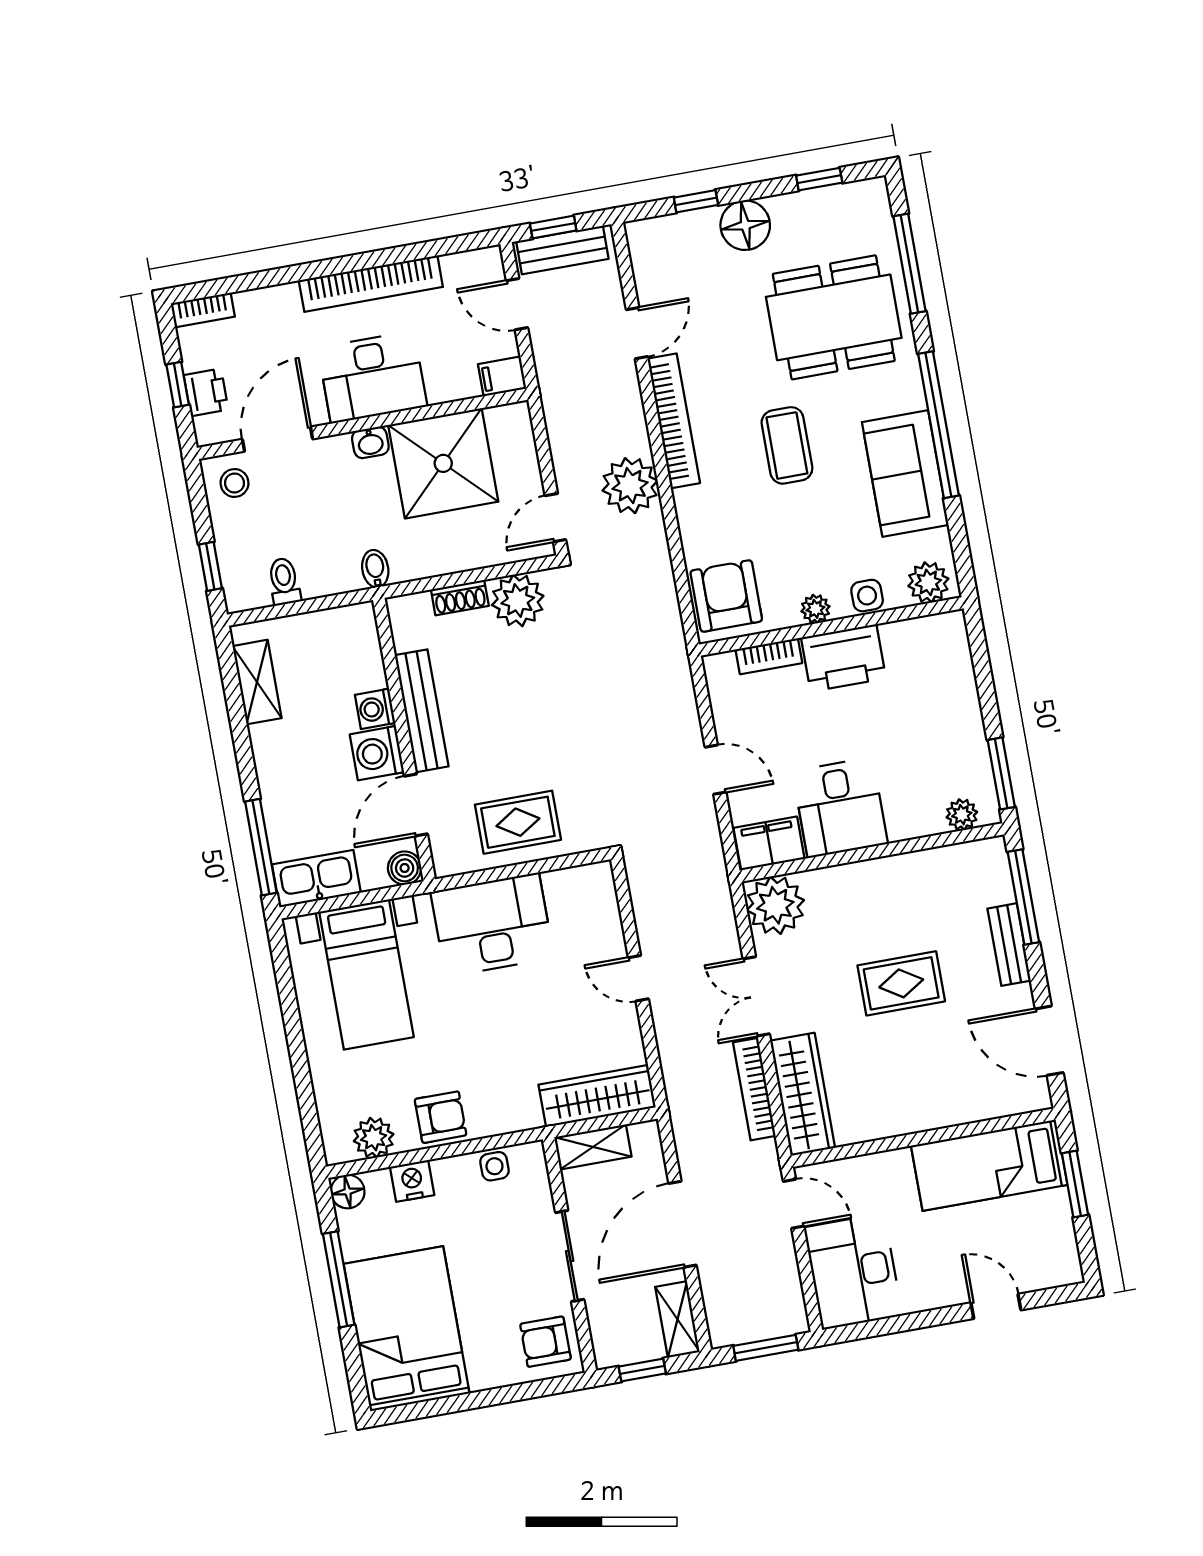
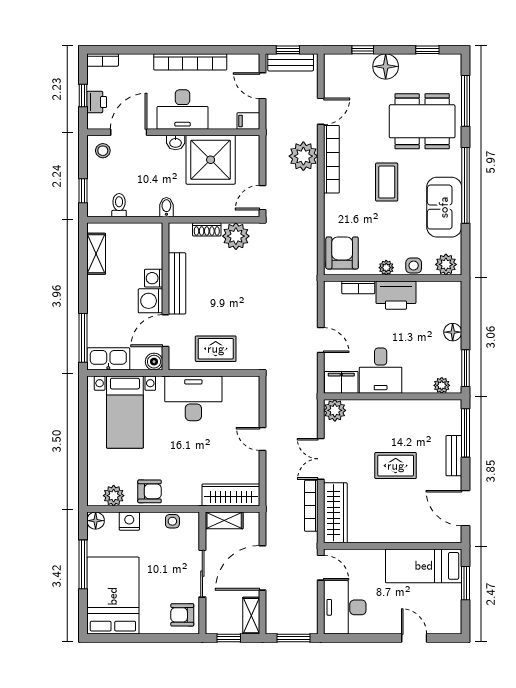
plant: (630, 486) -> (303, 156), moved
floor lamp: (965, 709) -> (453, 332), added
plant: (775, 905) -> (335, 410), width x0.73, depth x0.73

